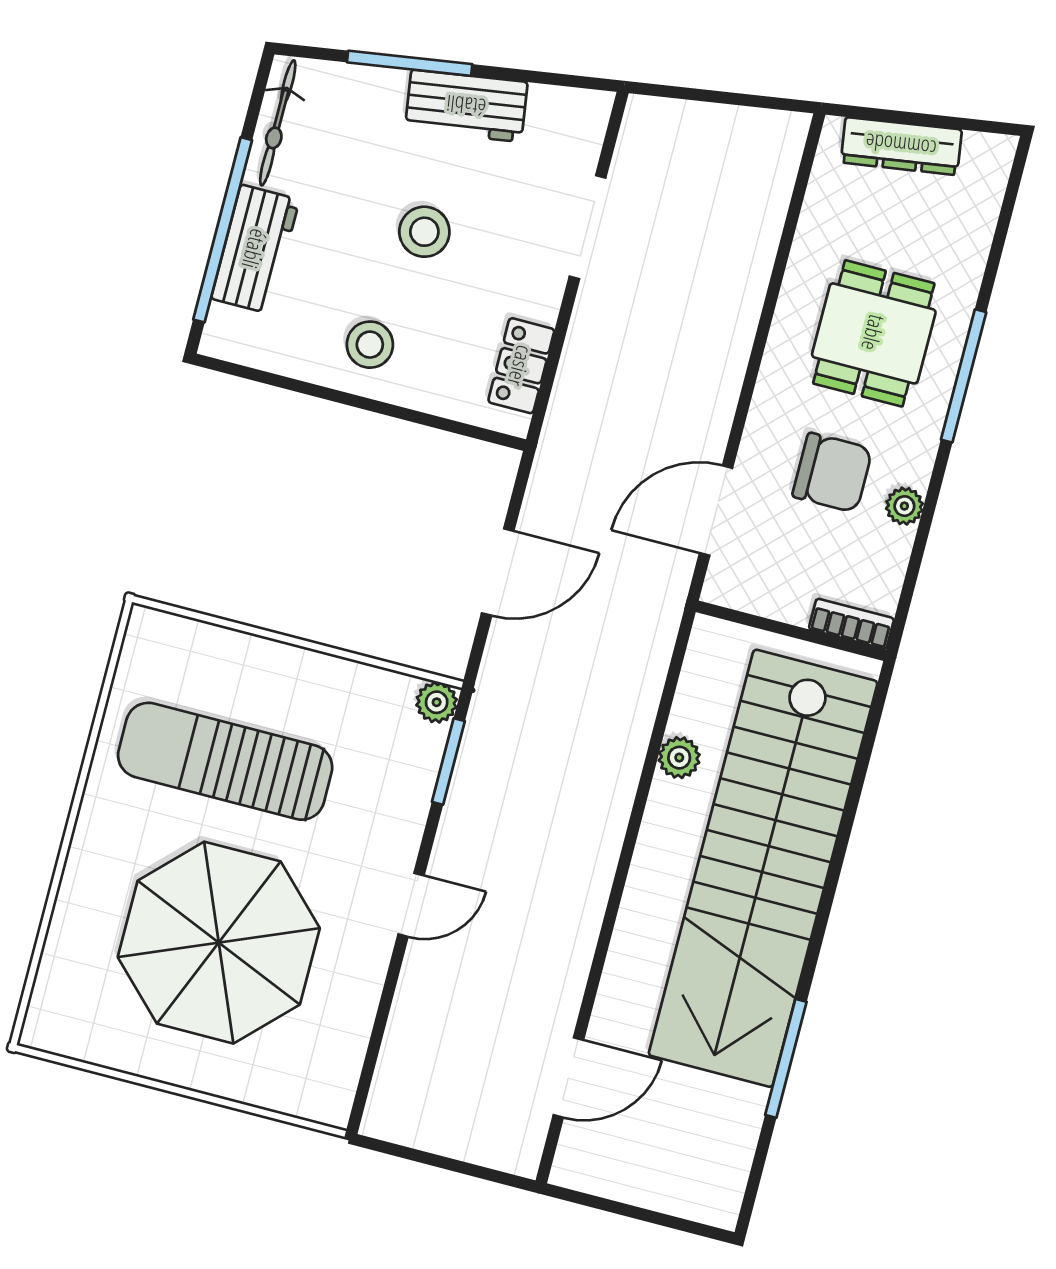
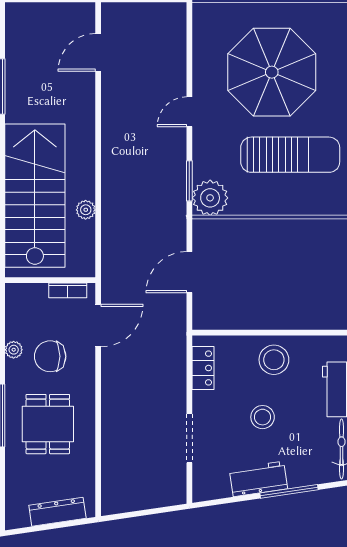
stool: (370, 345) -> (274, 360), width x1.38, depth x1.38
bookcase: (851, 624) -> (68, 290), moved
plant: (437, 702) -> (210, 198), width x1.87, depth x1.87
stairs: (763, 868) -> (35, 196), width x0.73

